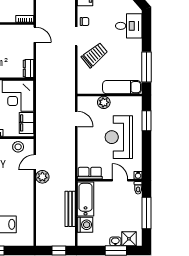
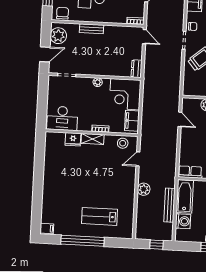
plant: (42, 177) -> (144, 189), moved

